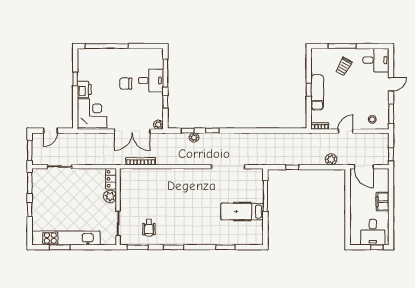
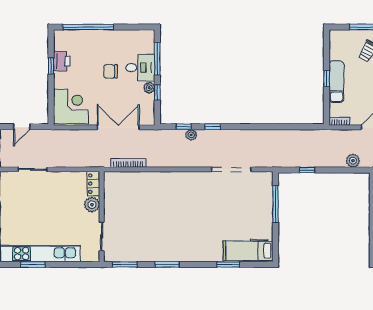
printer: (84, 89) -> (62, 61), moved
plant: (158, 125) -> (149, 88), moved
double door: (132, 131) -> (118, 127), swing flipped
hospital bed: (242, 212) -> (248, 251), moved
wheelchair: (149, 228) -> (138, 241), removed

